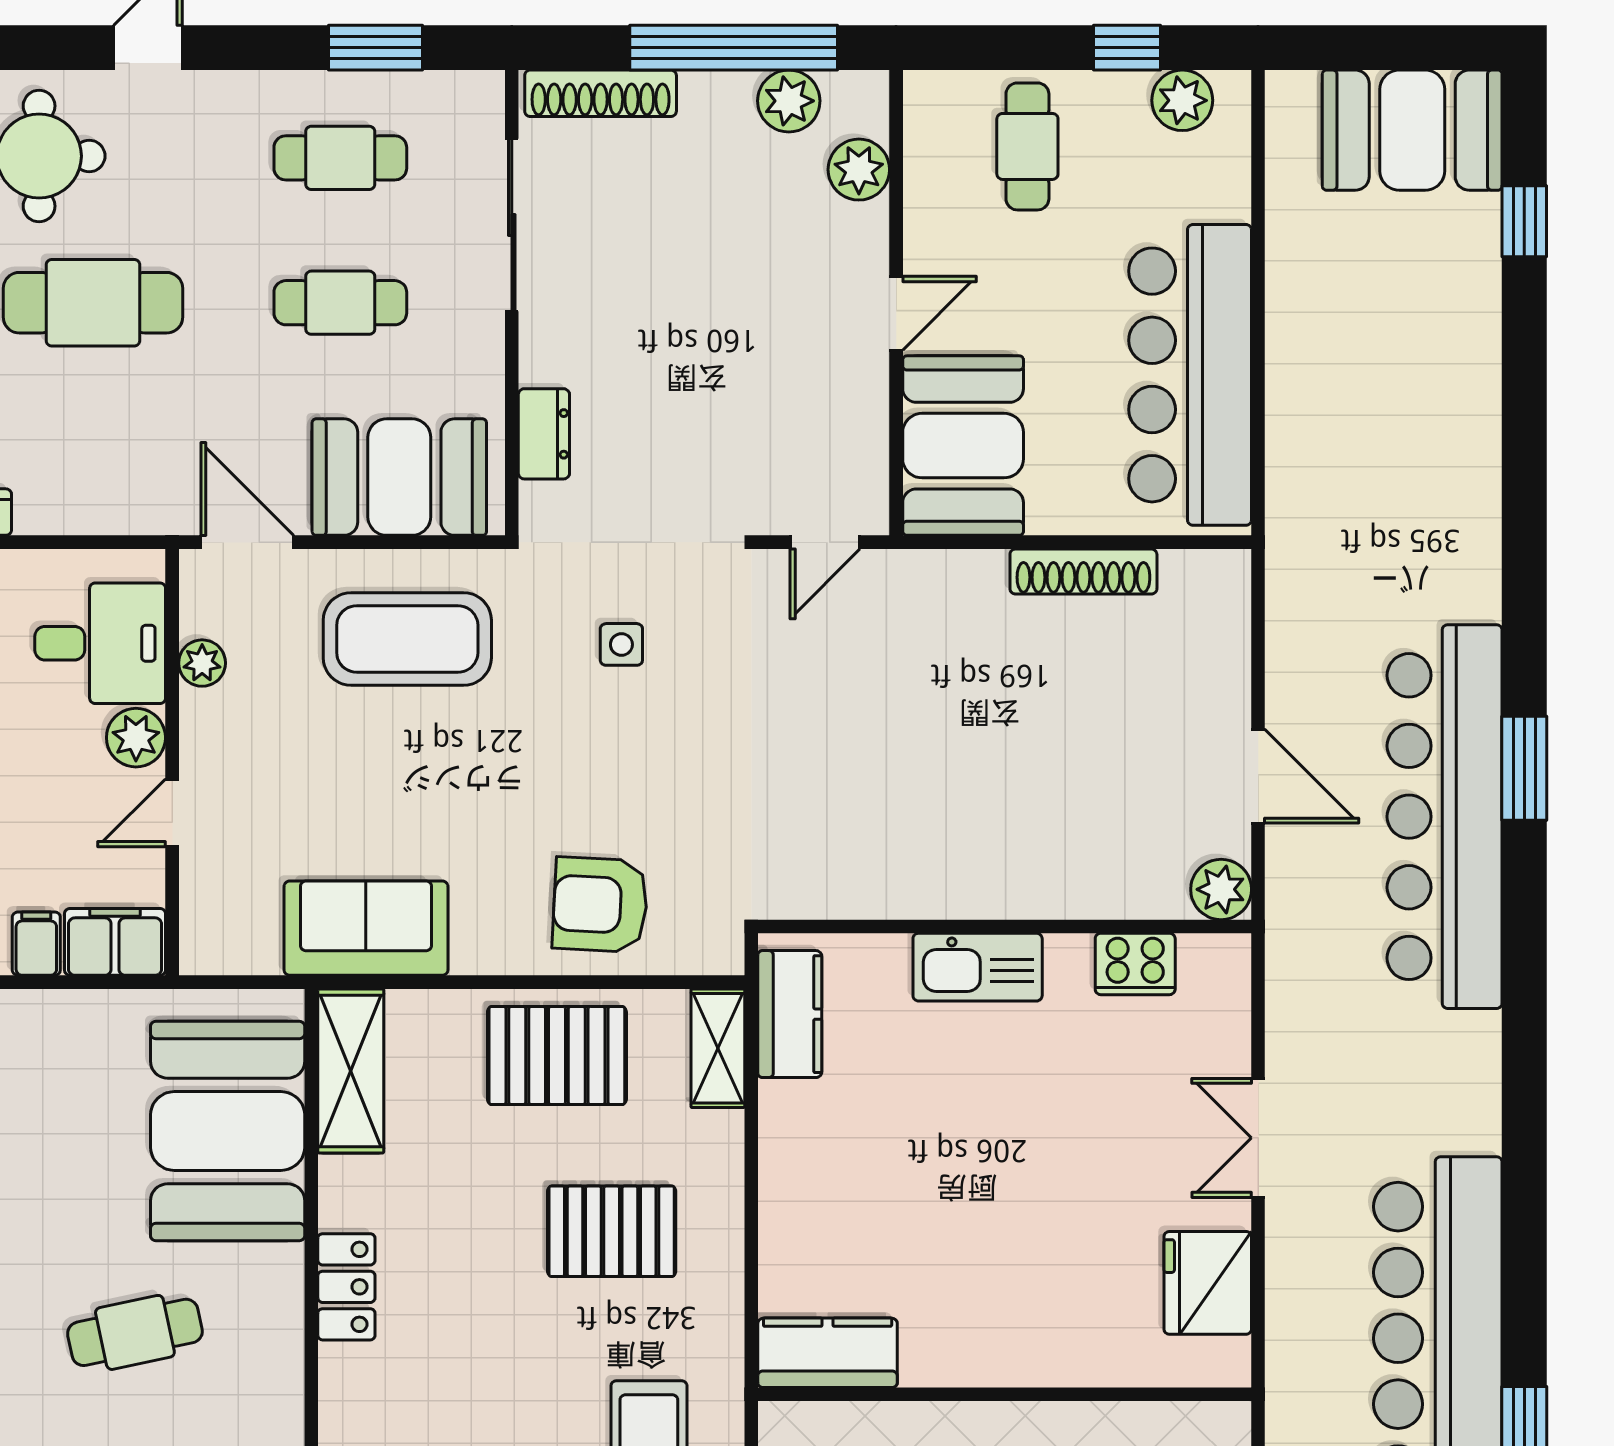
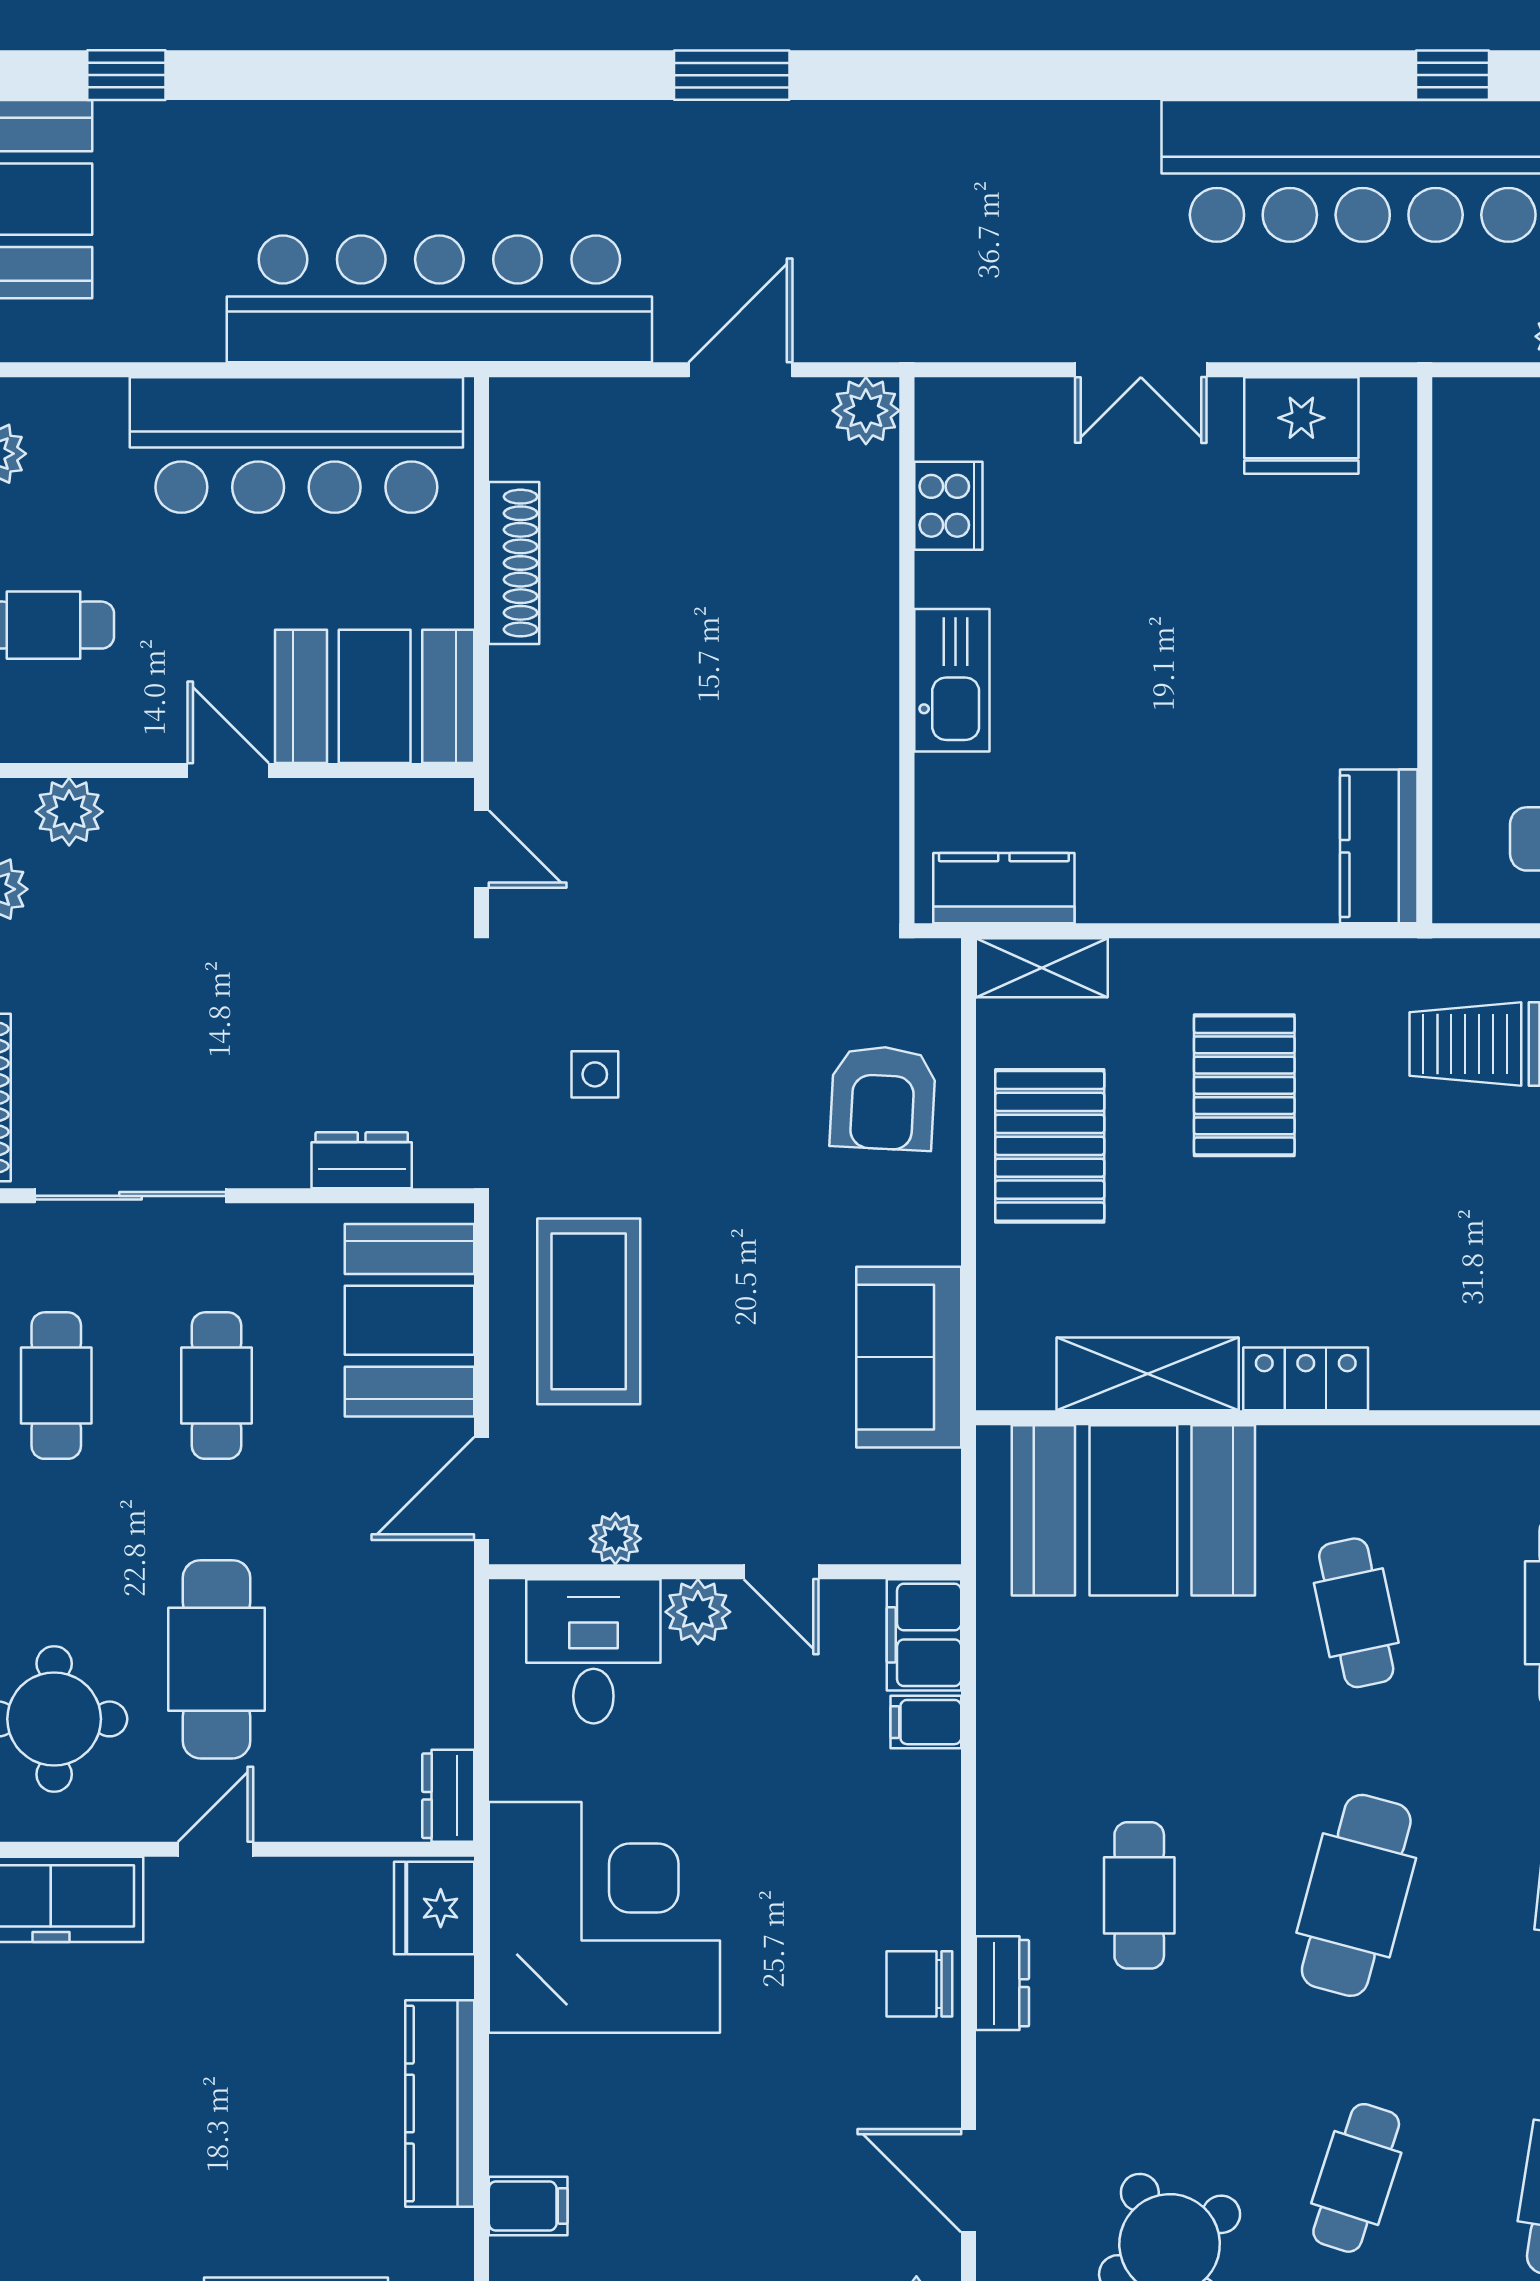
bar counter: (1445, 817) -> (439, 299), moved, turned 180
shelving: (351, 1071) -> (1148, 1374), moved

